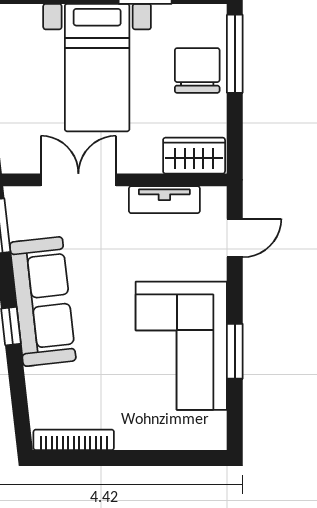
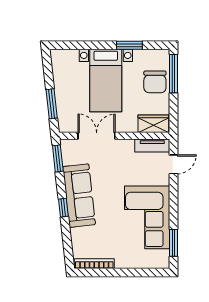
chair: (197, 70) -> (155, 82), turned 180
tv unit: (164, 200) -> (152, 145), moved
window: (235, 351) -> (173, 243), moved

